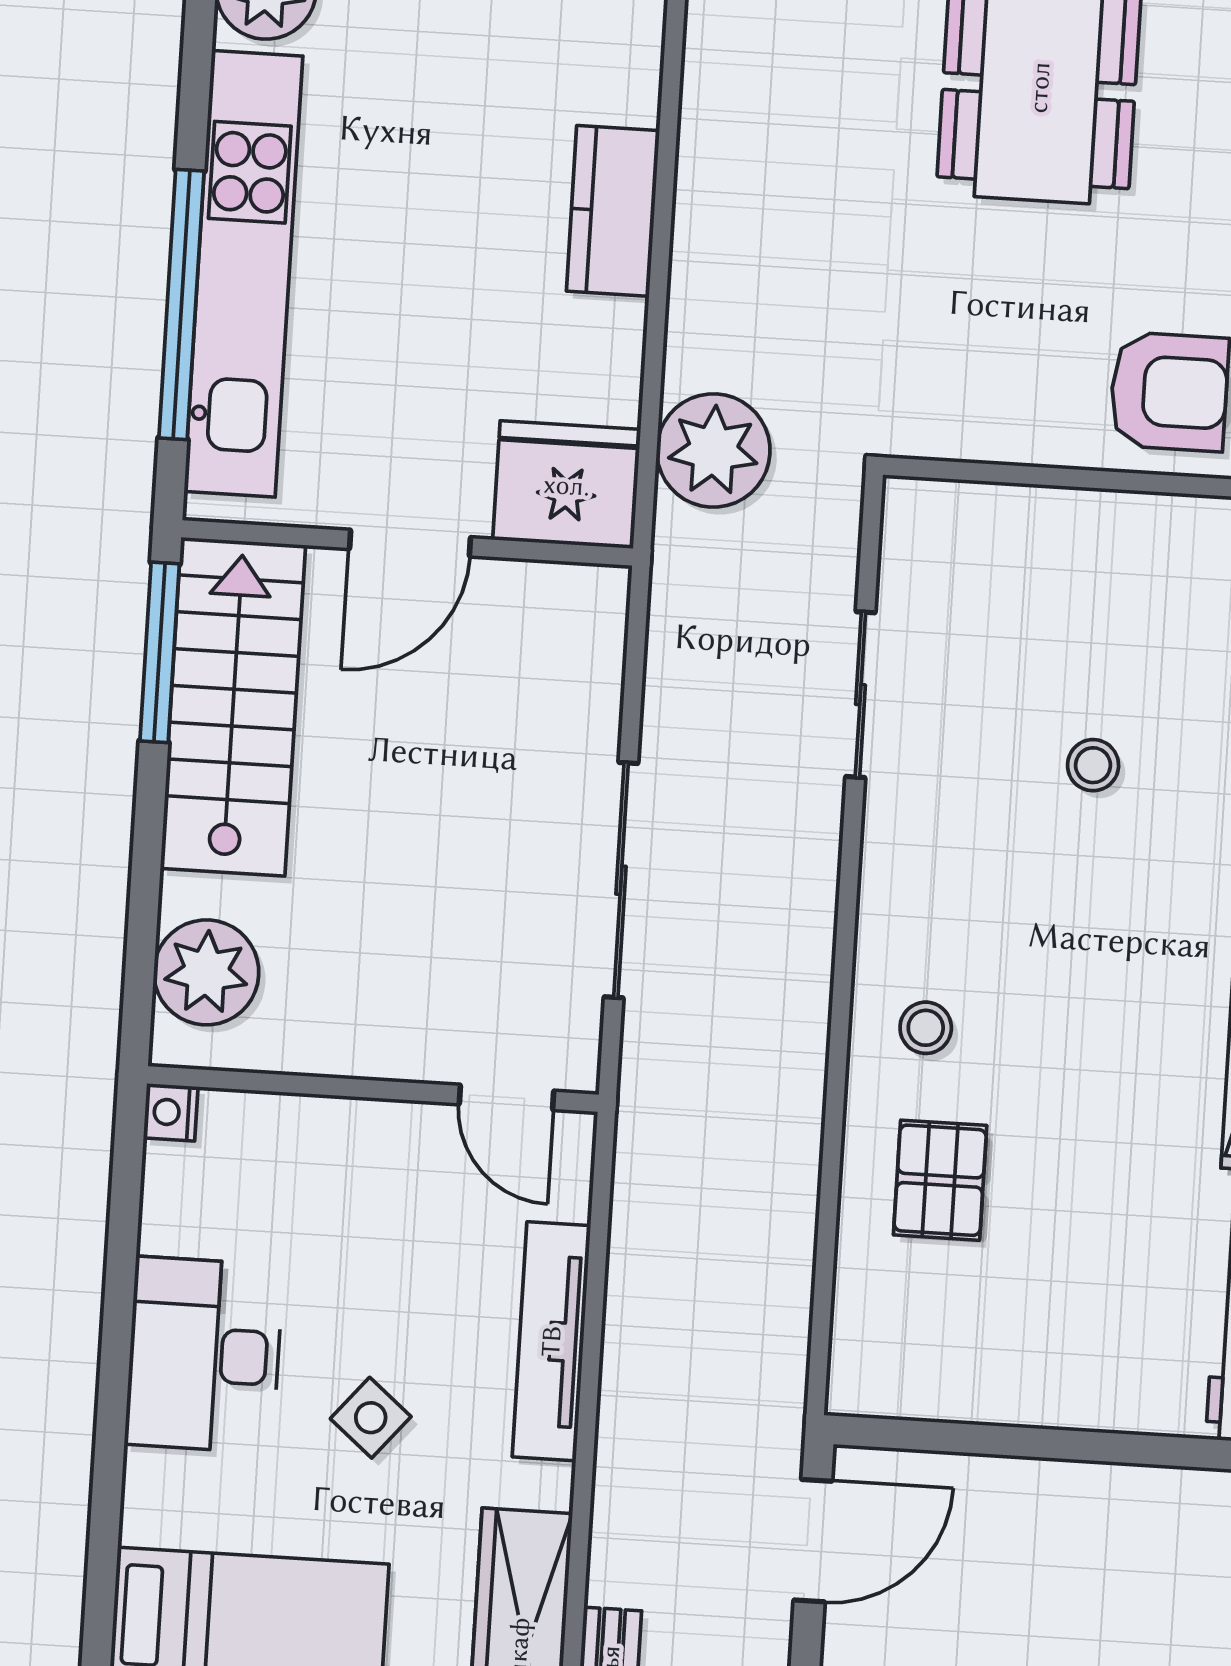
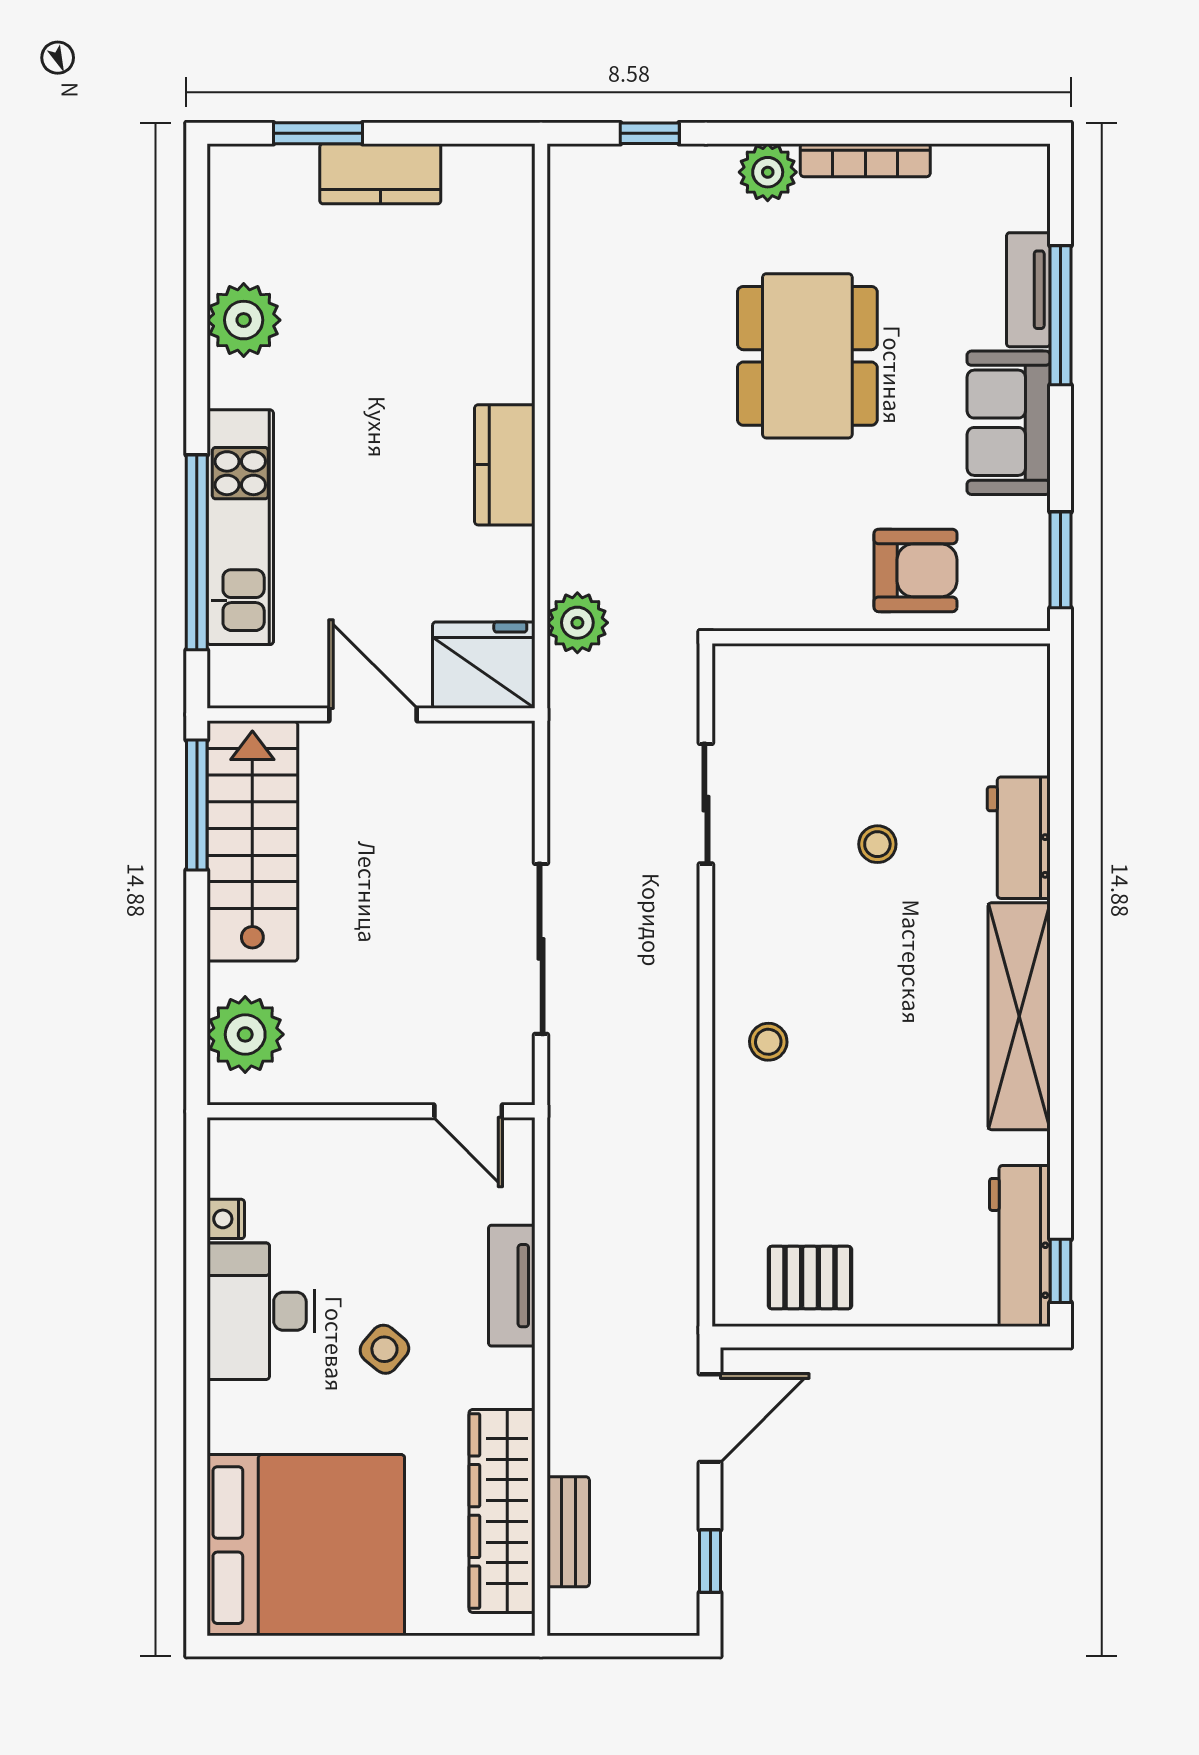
kitchen unit: (243, 274) -> (240, 527), width x0.73
plant: (713, 450) -> (577, 623), width x0.73, depth x0.73
door: (410, 543) -> (373, 715), swing flipped
nightstand: (171, 1112) -> (226, 1219), moved
pallet: (940, 1180) -> (810, 1278), moved, turned 90
tv unit: (551, 1341) -> (512, 1286), width x0.71

